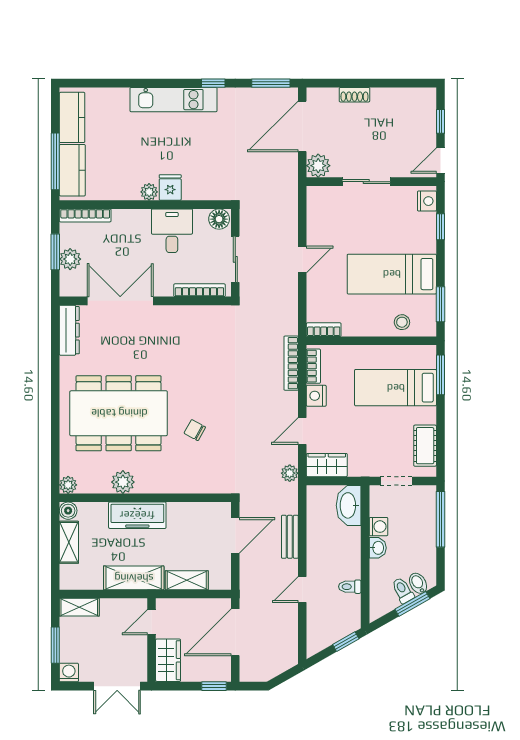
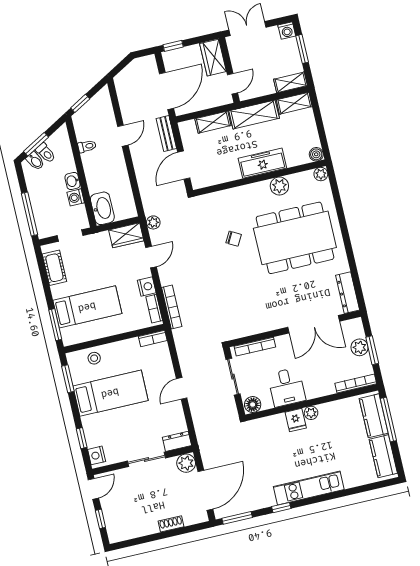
dresser: (323, 195) -> (177, 441), added
bench: (290, 537) -> (166, 134), moved
shelving: (69, 542) -> (294, 103), moved, turned 90

